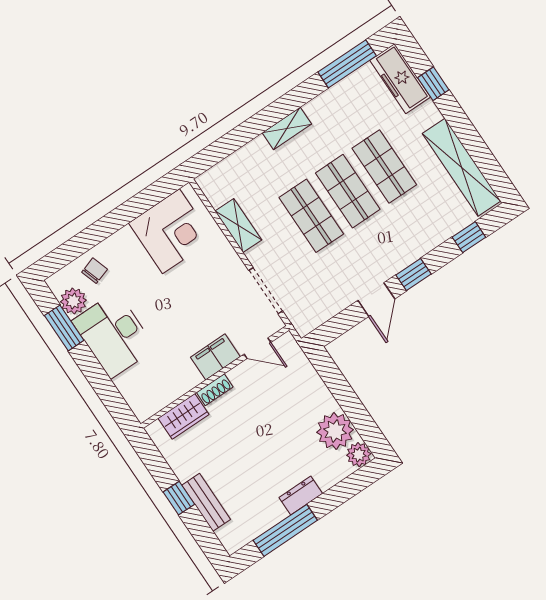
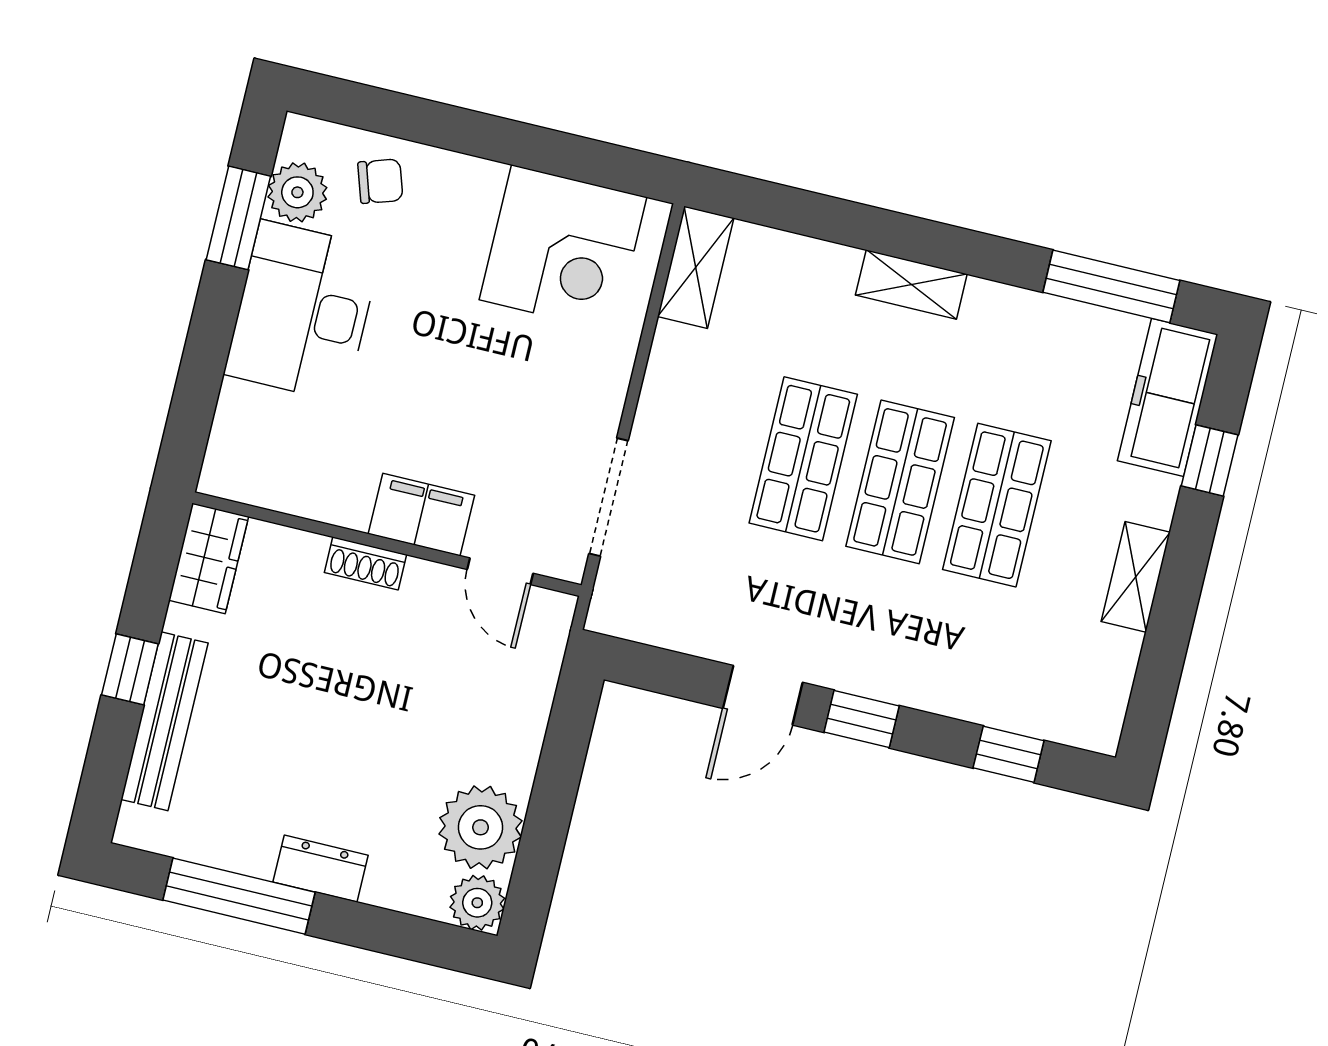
shelving: (462, 167) -> (1136, 577), width x0.45, depth x0.75
shelving: (238, 226) -> (696, 267), moved
wardrobe: (184, 416) -> (209, 558), moved, turned -90
bench: (206, 502) -> (165, 721), width x1.36

